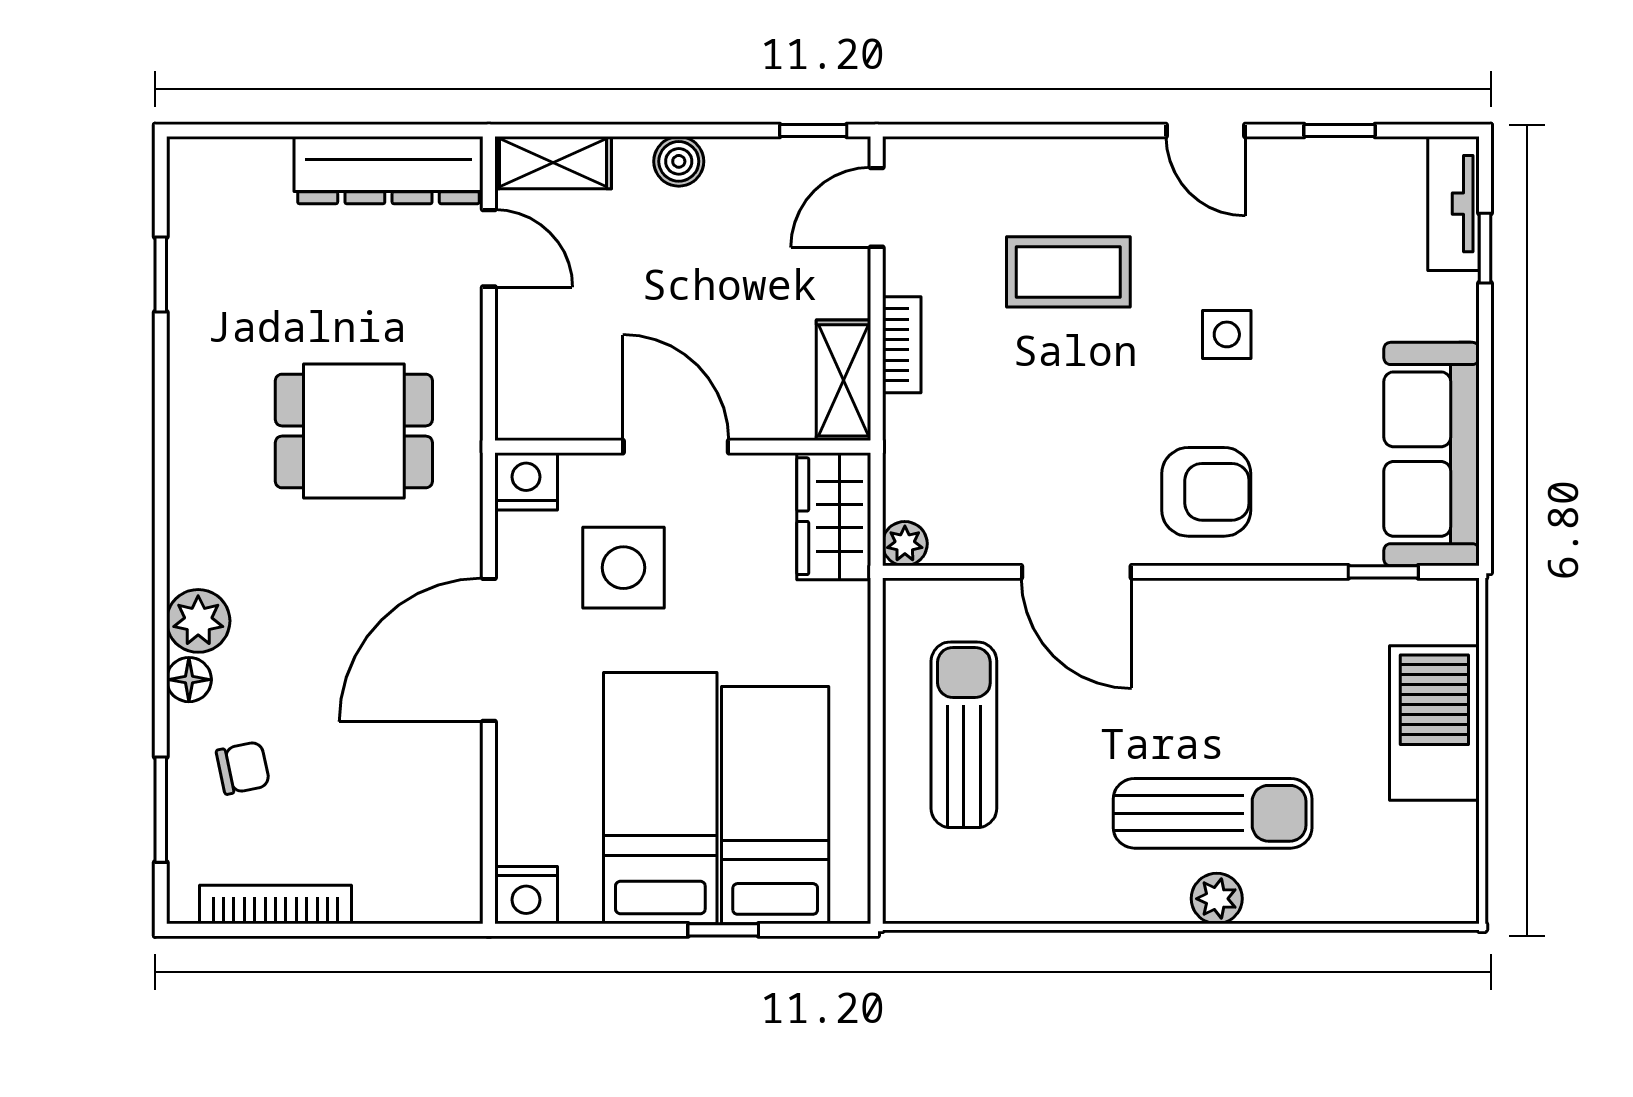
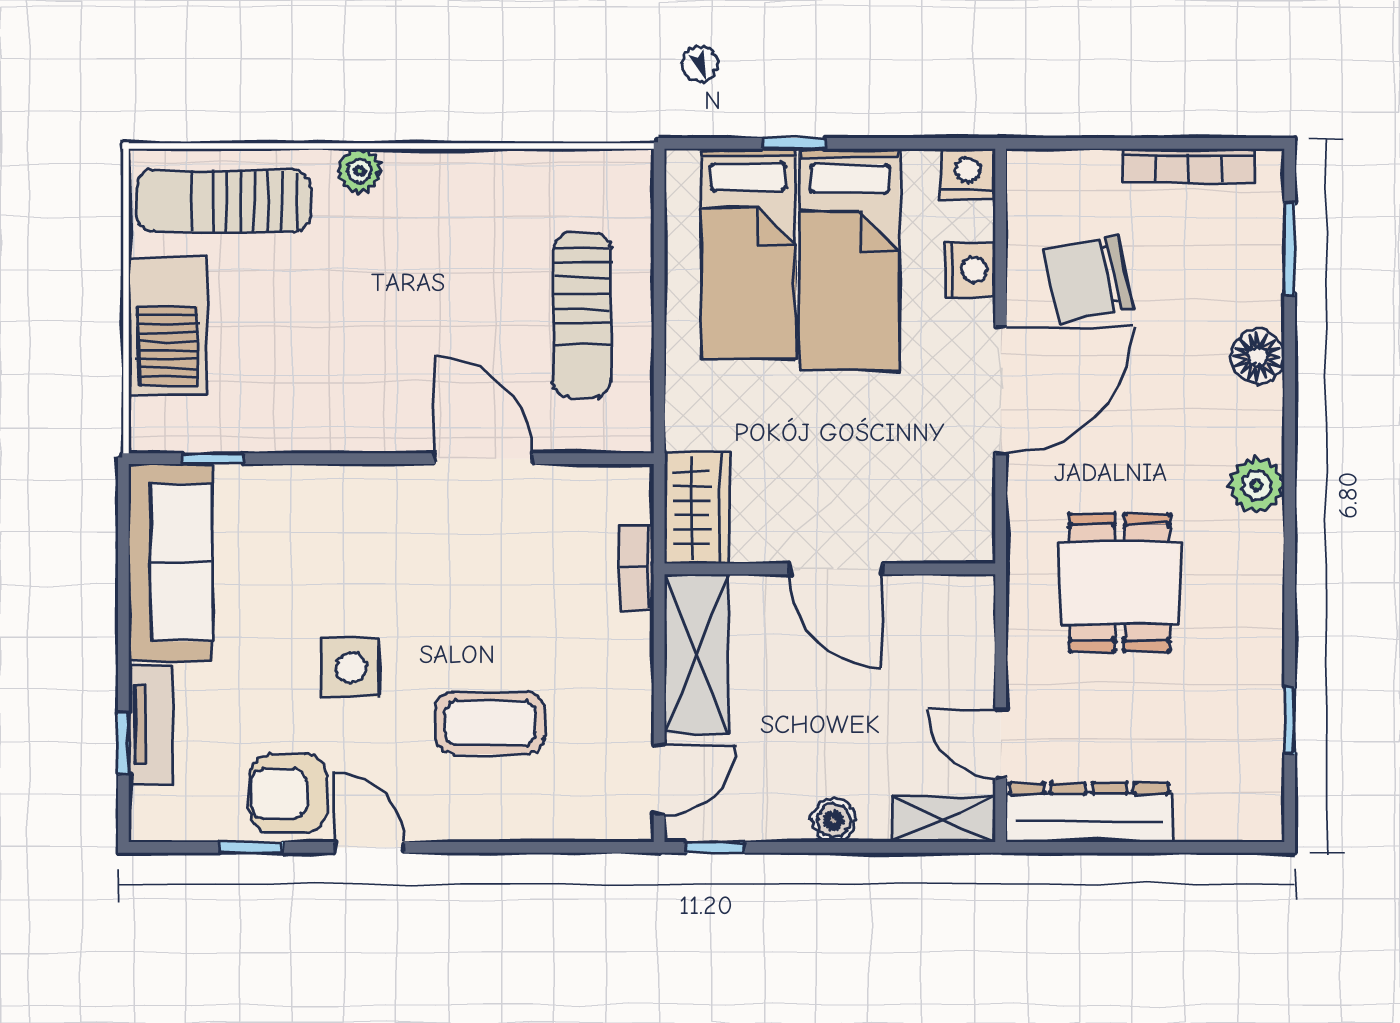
tv unit: (1453, 204) -> (151, 724), moved
side table: (1227, 334) -> (351, 668), width x1.37, depth x1.37
bookcase: (902, 345) -> (637, 568), moved
shelving: (843, 380) -> (696, 654), width x1.50, depth x1.33
dining table: (354, 431) -> (1120, 583), turned 90
nightstand: (526, 481) -> (970, 270), moved, turned -90
armchair: (1206, 492) -> (288, 793), moved
plant: (905, 544) -> (634, 483), removed
side table: (623, 568) -> (882, 462), removed
plant: (198, 621) -> (1257, 485), moved
floor lamp: (189, 680) -> (1257, 357), width x1.37, depth x1.37
chair: (243, 768) -> (1089, 279), moved, width x1.87, depth x1.87
sun lounger: (1213, 813) -> (223, 201), moved

